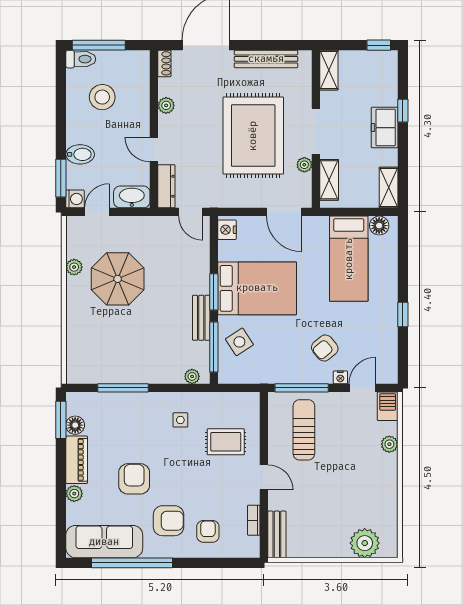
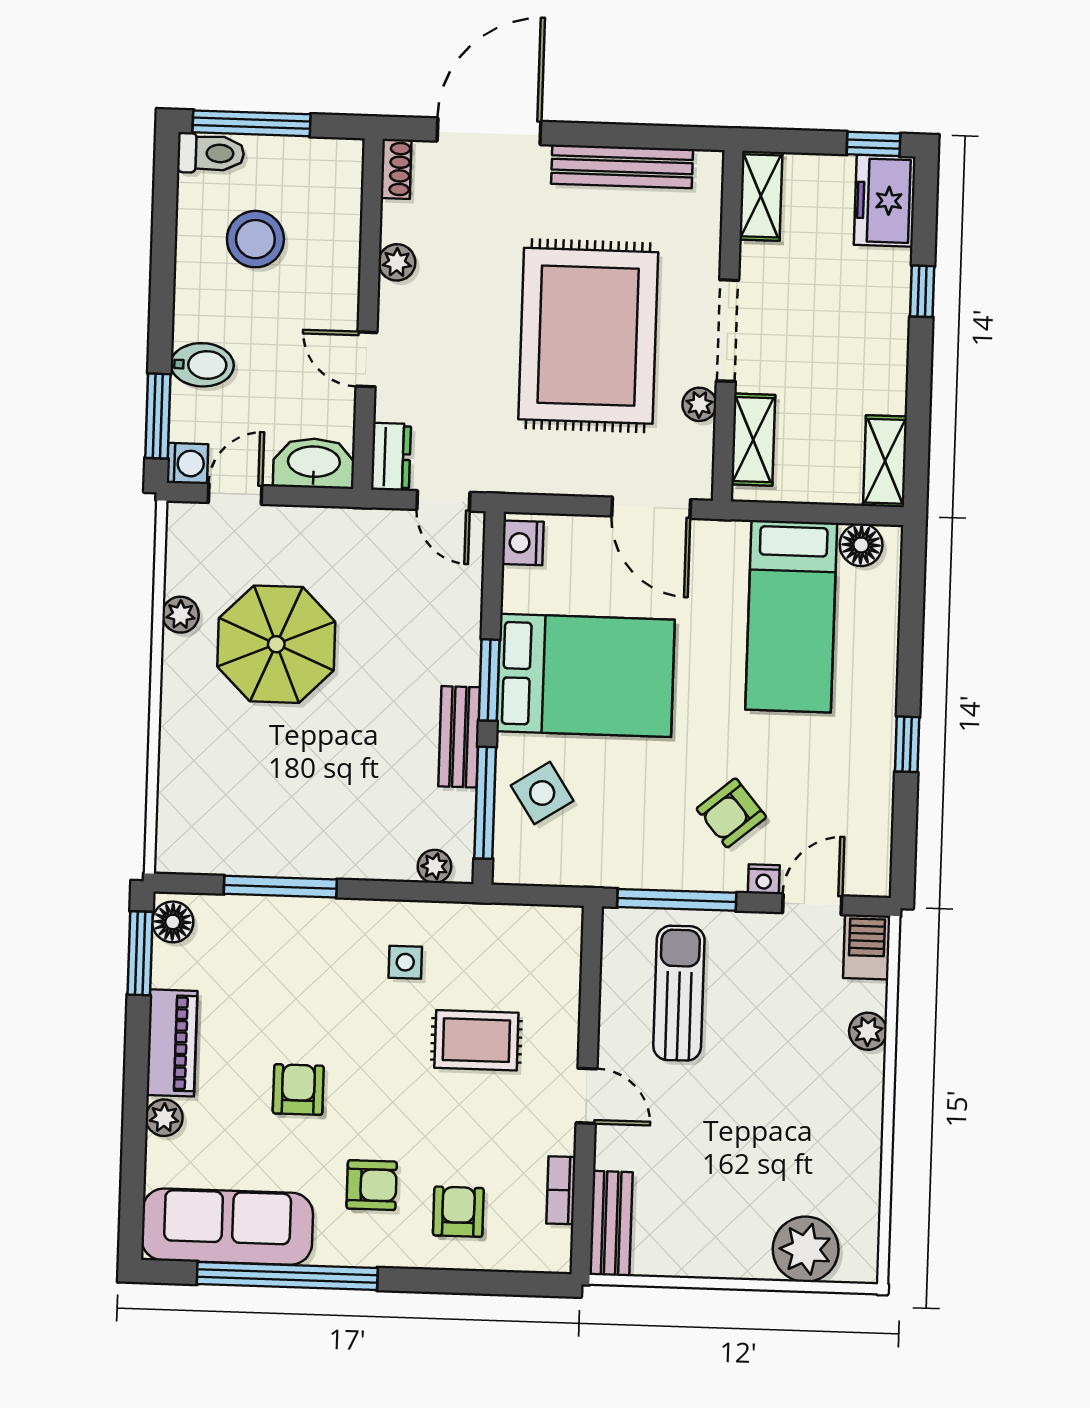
freezer: (385, 128) -> (885, 201), moved
dresser: (166, 186) -> (391, 457), width x0.70
floor lamp: (75, 425) -> (173, 922), moved
rug: (226, 442) -> (476, 1040), moved
armchair: (134, 479) -> (298, 1090), width x0.72, depth x0.72
armchair: (169, 521) -> (372, 1185), width x0.72, depth x0.72

